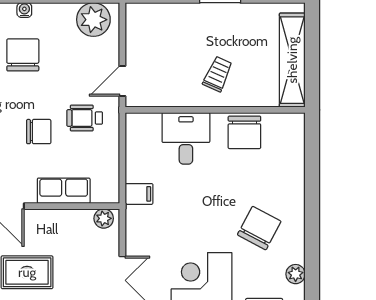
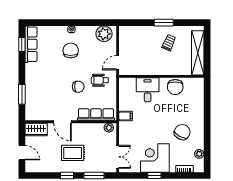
trolley: (218, 74) -> (169, 43), moved
row of seats: (64, 191) -> (96, 115), width x1.48

